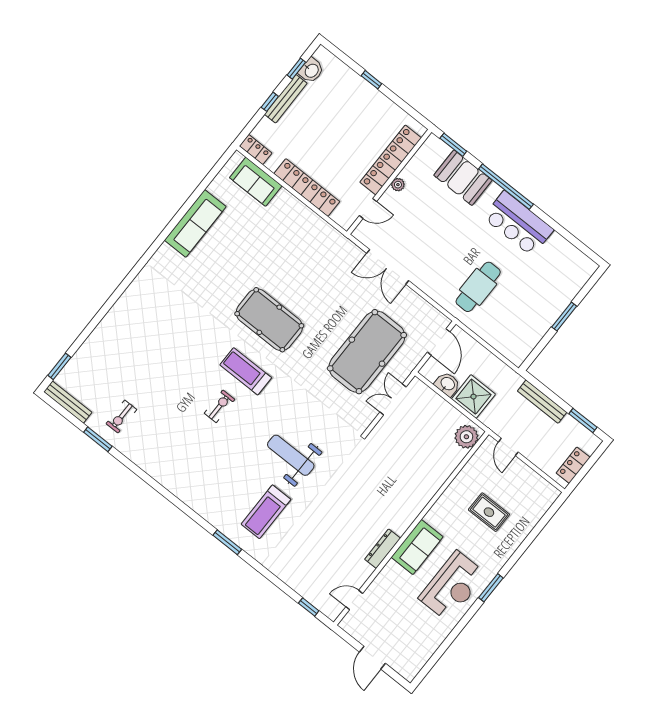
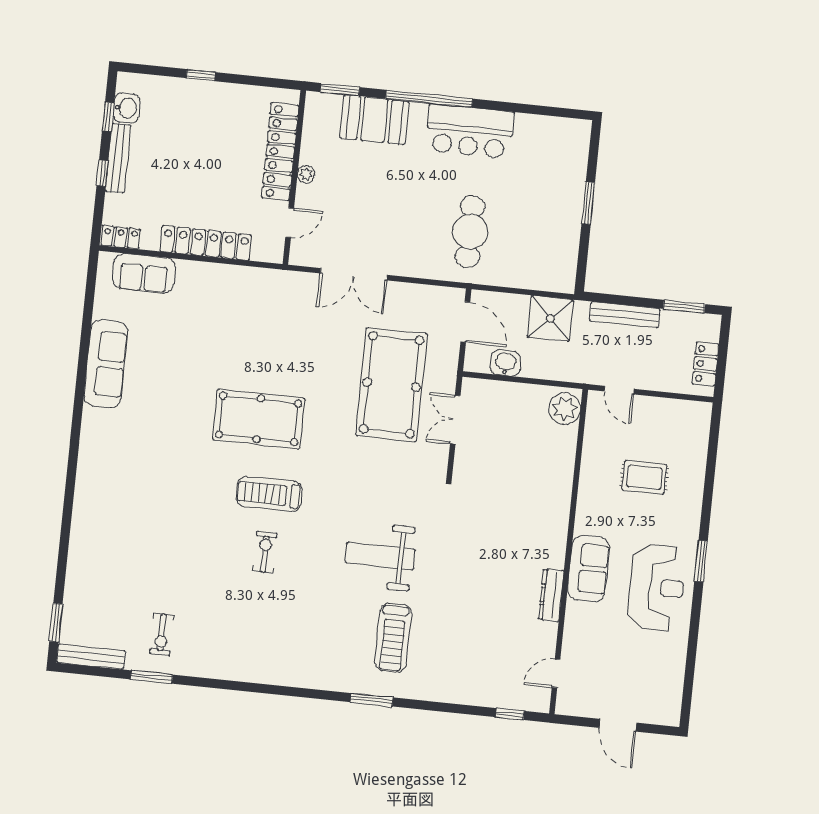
shower: (473, 397) -> (550, 318), moved

